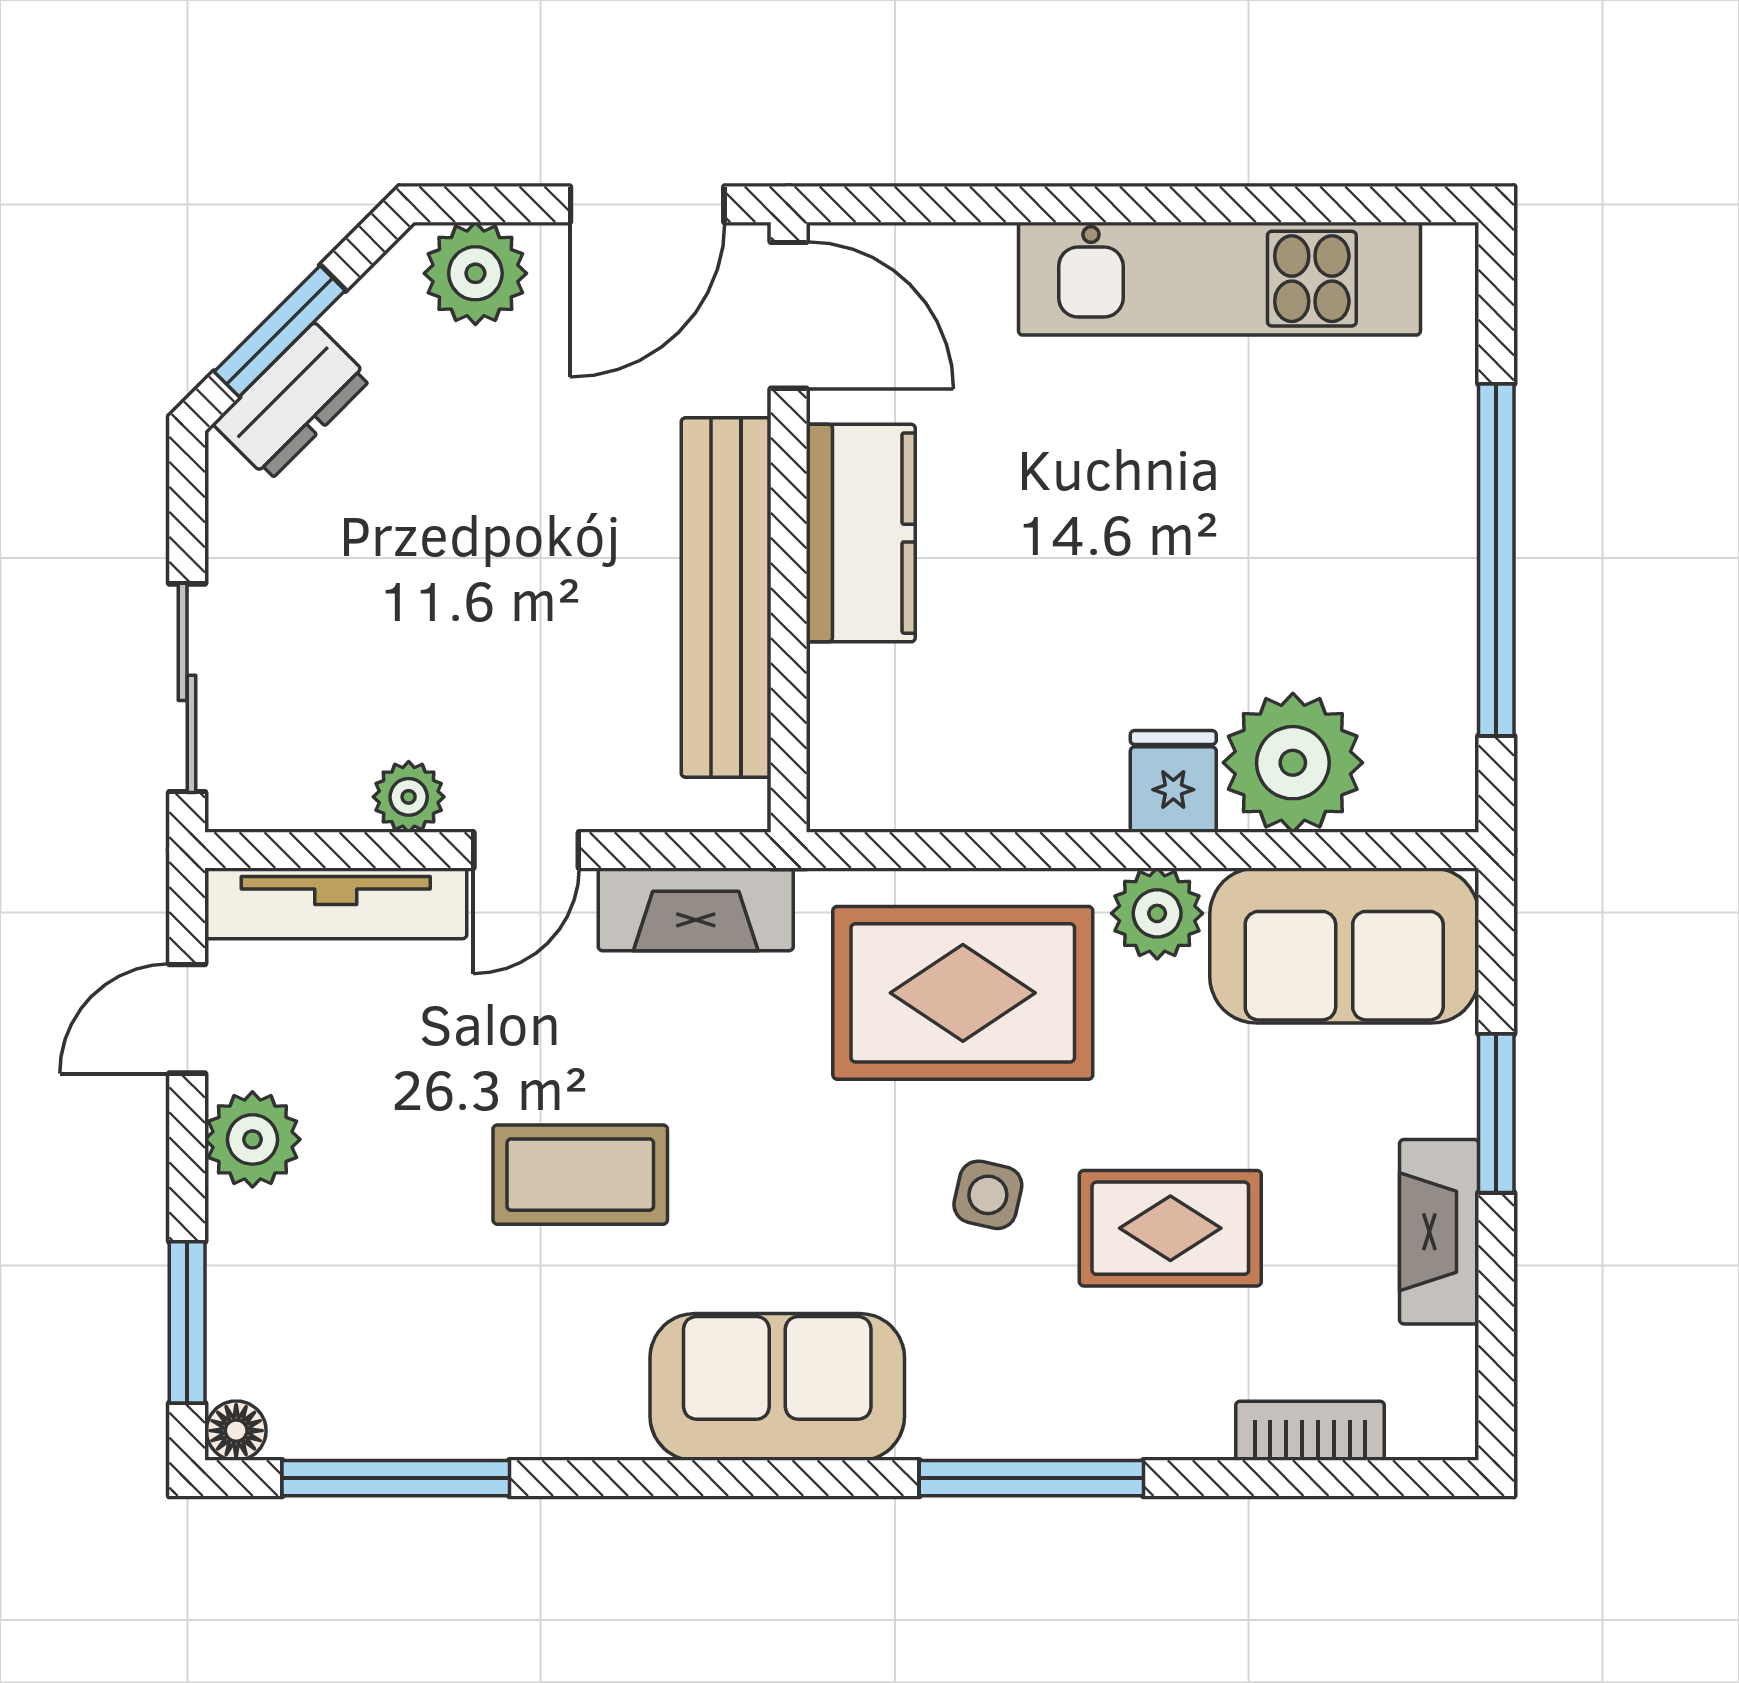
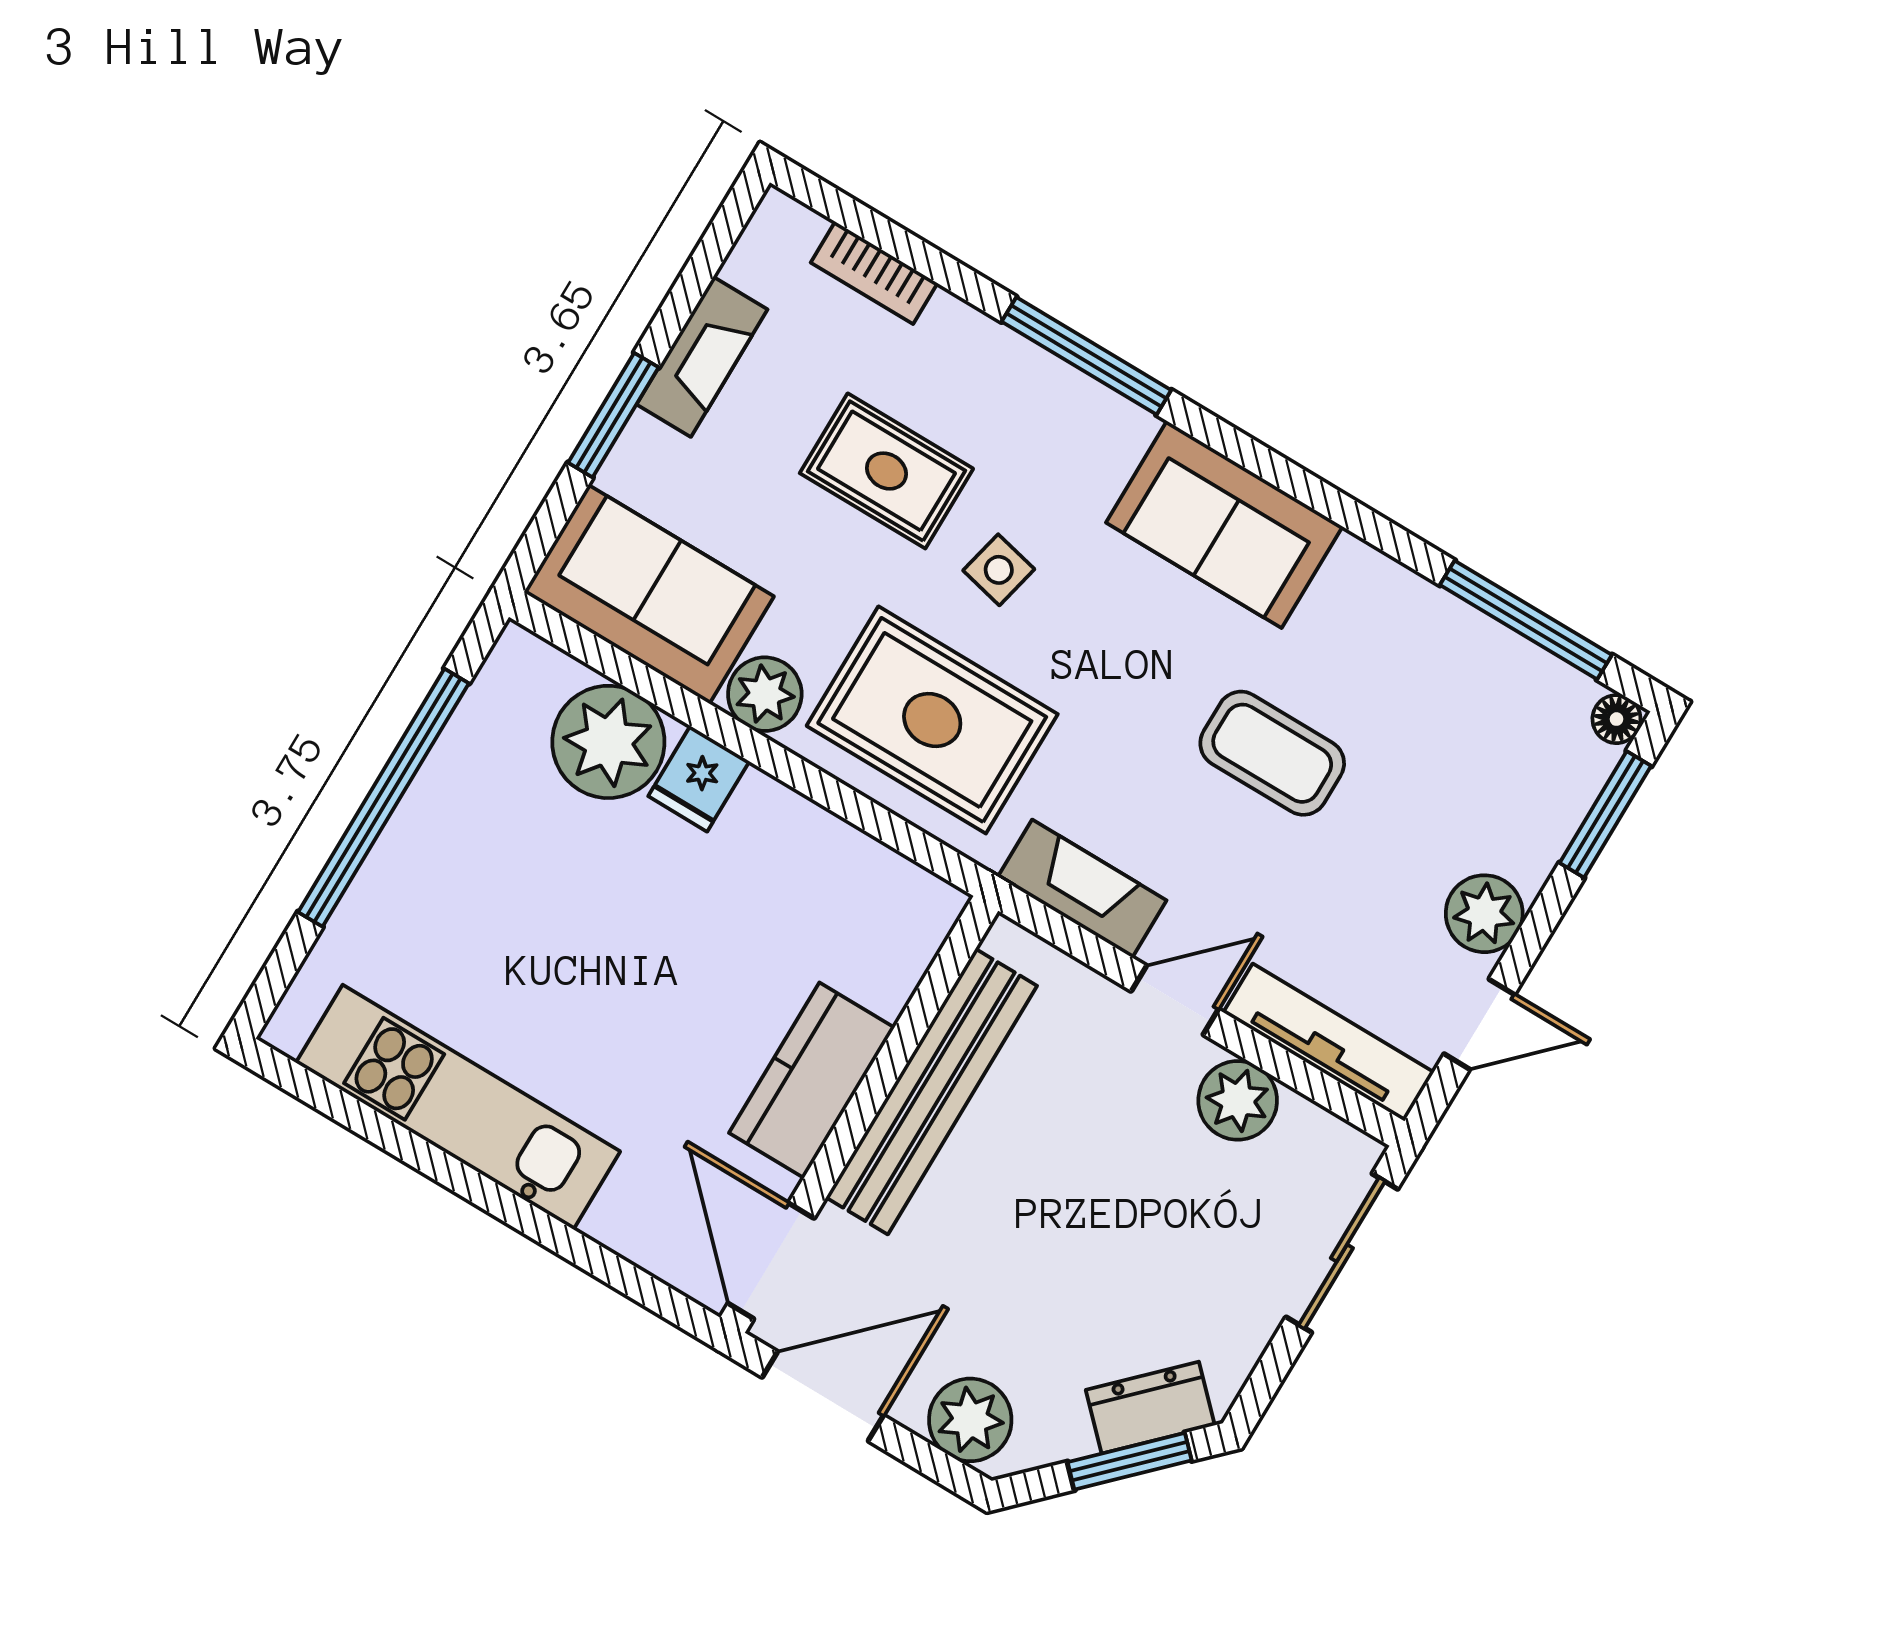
plant: (409, 797) -> (1238, 1100), width x1.38, depth x1.38

